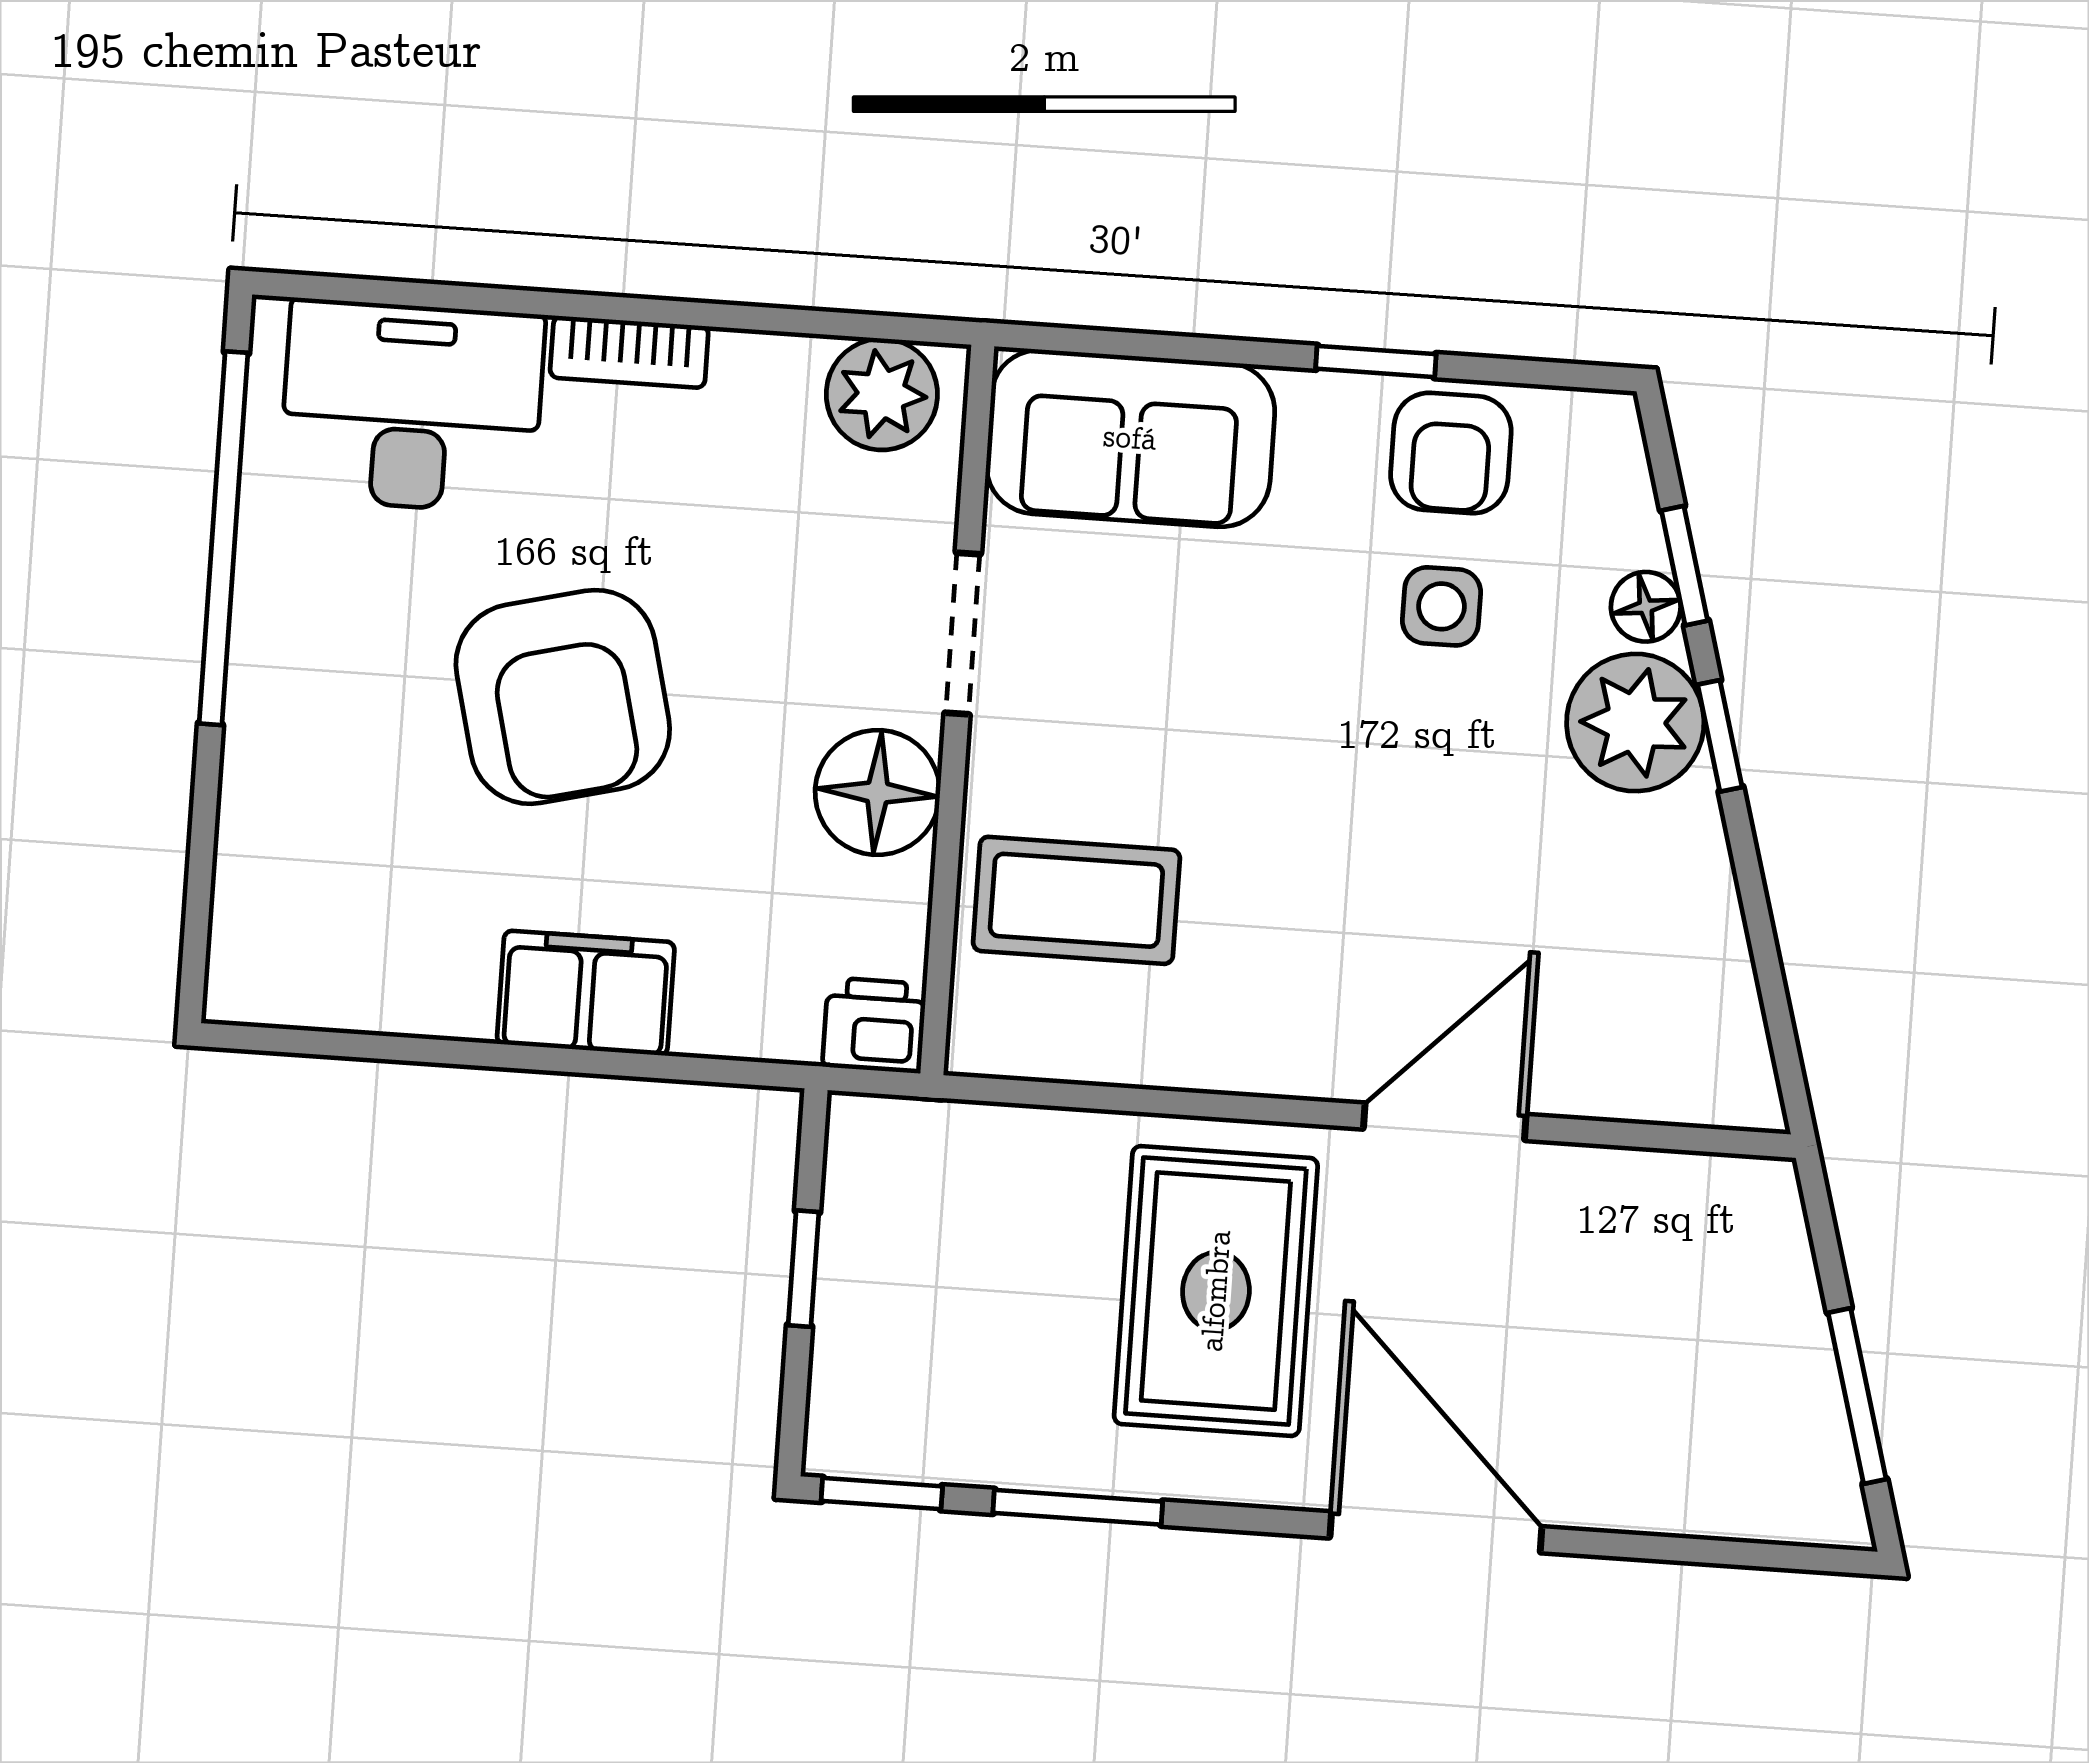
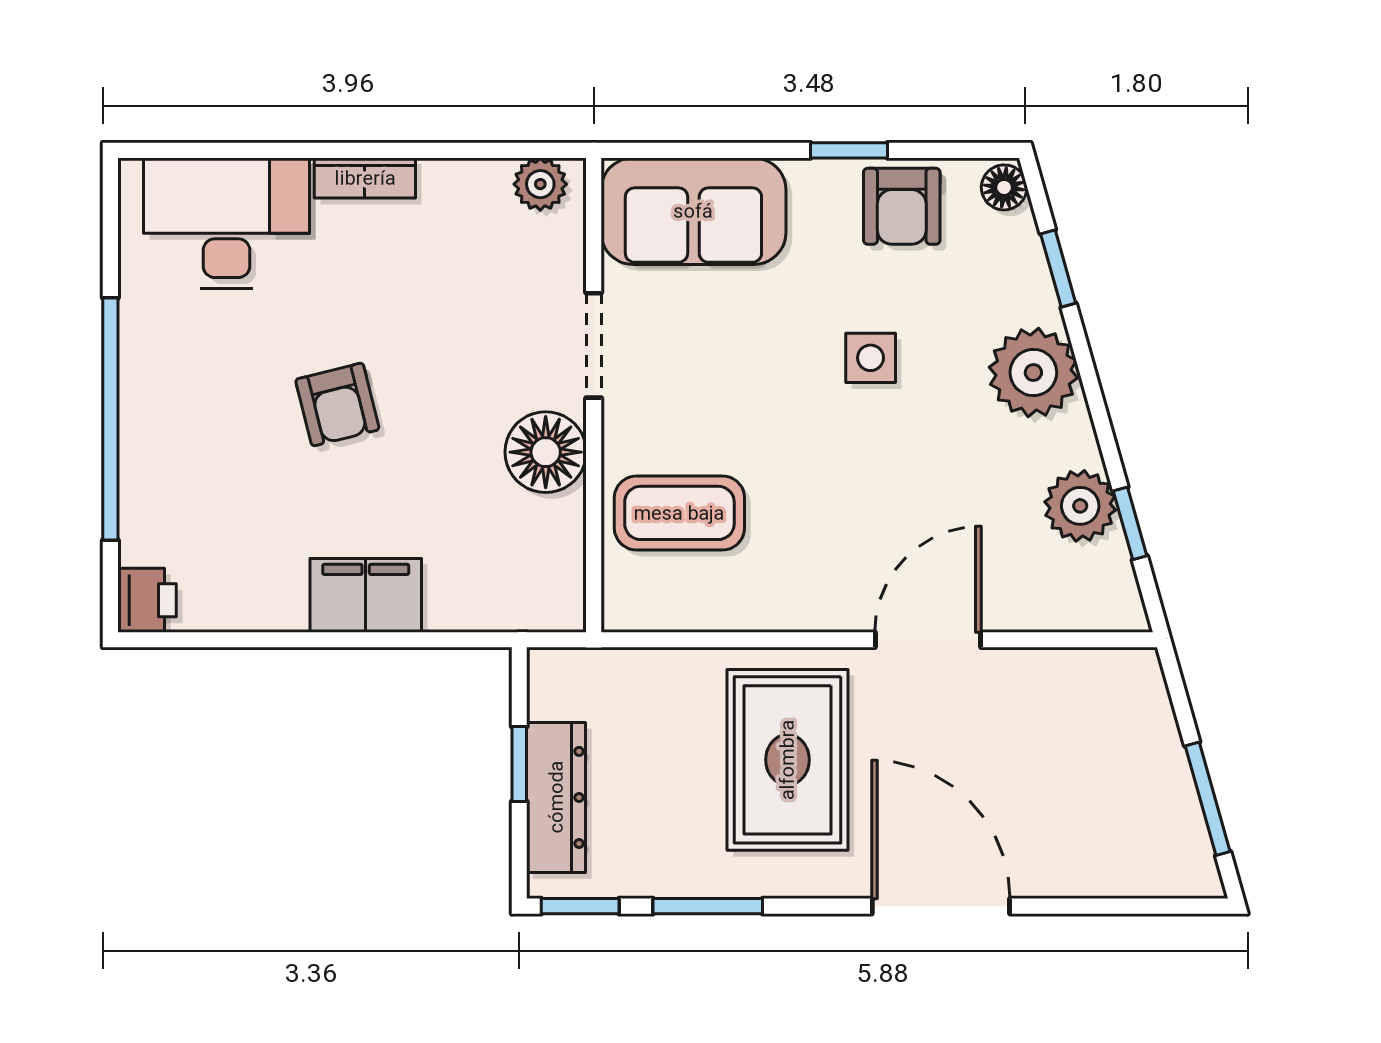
plant: (882, 394) -> (540, 184), width x0.73, depth x0.73
window: (223, 538) -> (110, 419), moved
side table: (1441, 606) -> (871, 358), moved
floor lamp: (1646, 607) -> (1004, 187), moved
armchair: (563, 697) -> (337, 404), width x0.53, depth x0.53
window: (1720, 736) -> (1130, 523), moved
plant: (1693, 932) -> (1080, 506), added
printer: (874, 1025) -> (147, 600), moved, turned 90
dresser: (856, 1324) -> (556, 797), added

